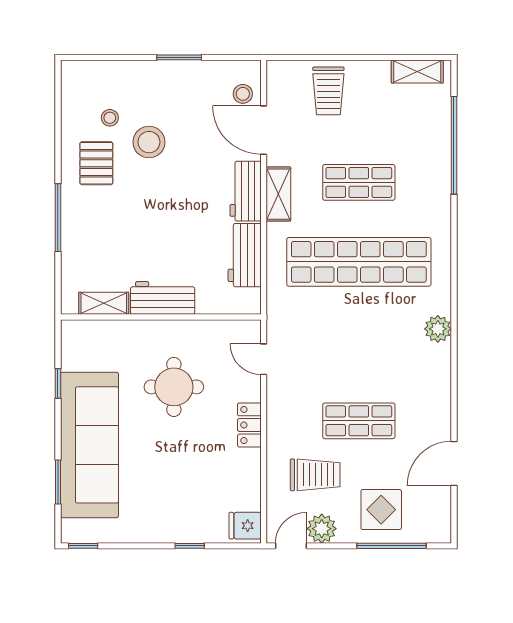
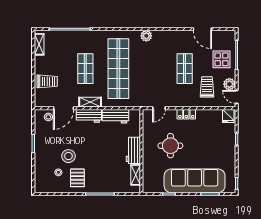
pallet: (96, 163) -> (77, 178), turned 90

